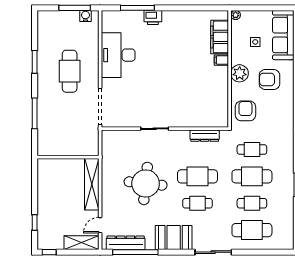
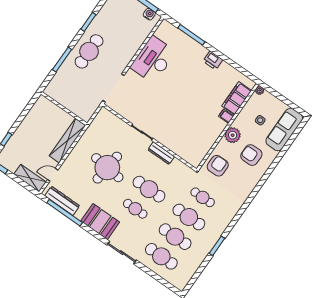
printer: (153, 17) -> (213, 60), moved
cafe table: (70, 71) -> (89, 51), moved
dresser: (205, 136) -> (161, 153), moved
cafe table: (252, 203) -> (175, 237), width x1.37, depth x1.35

